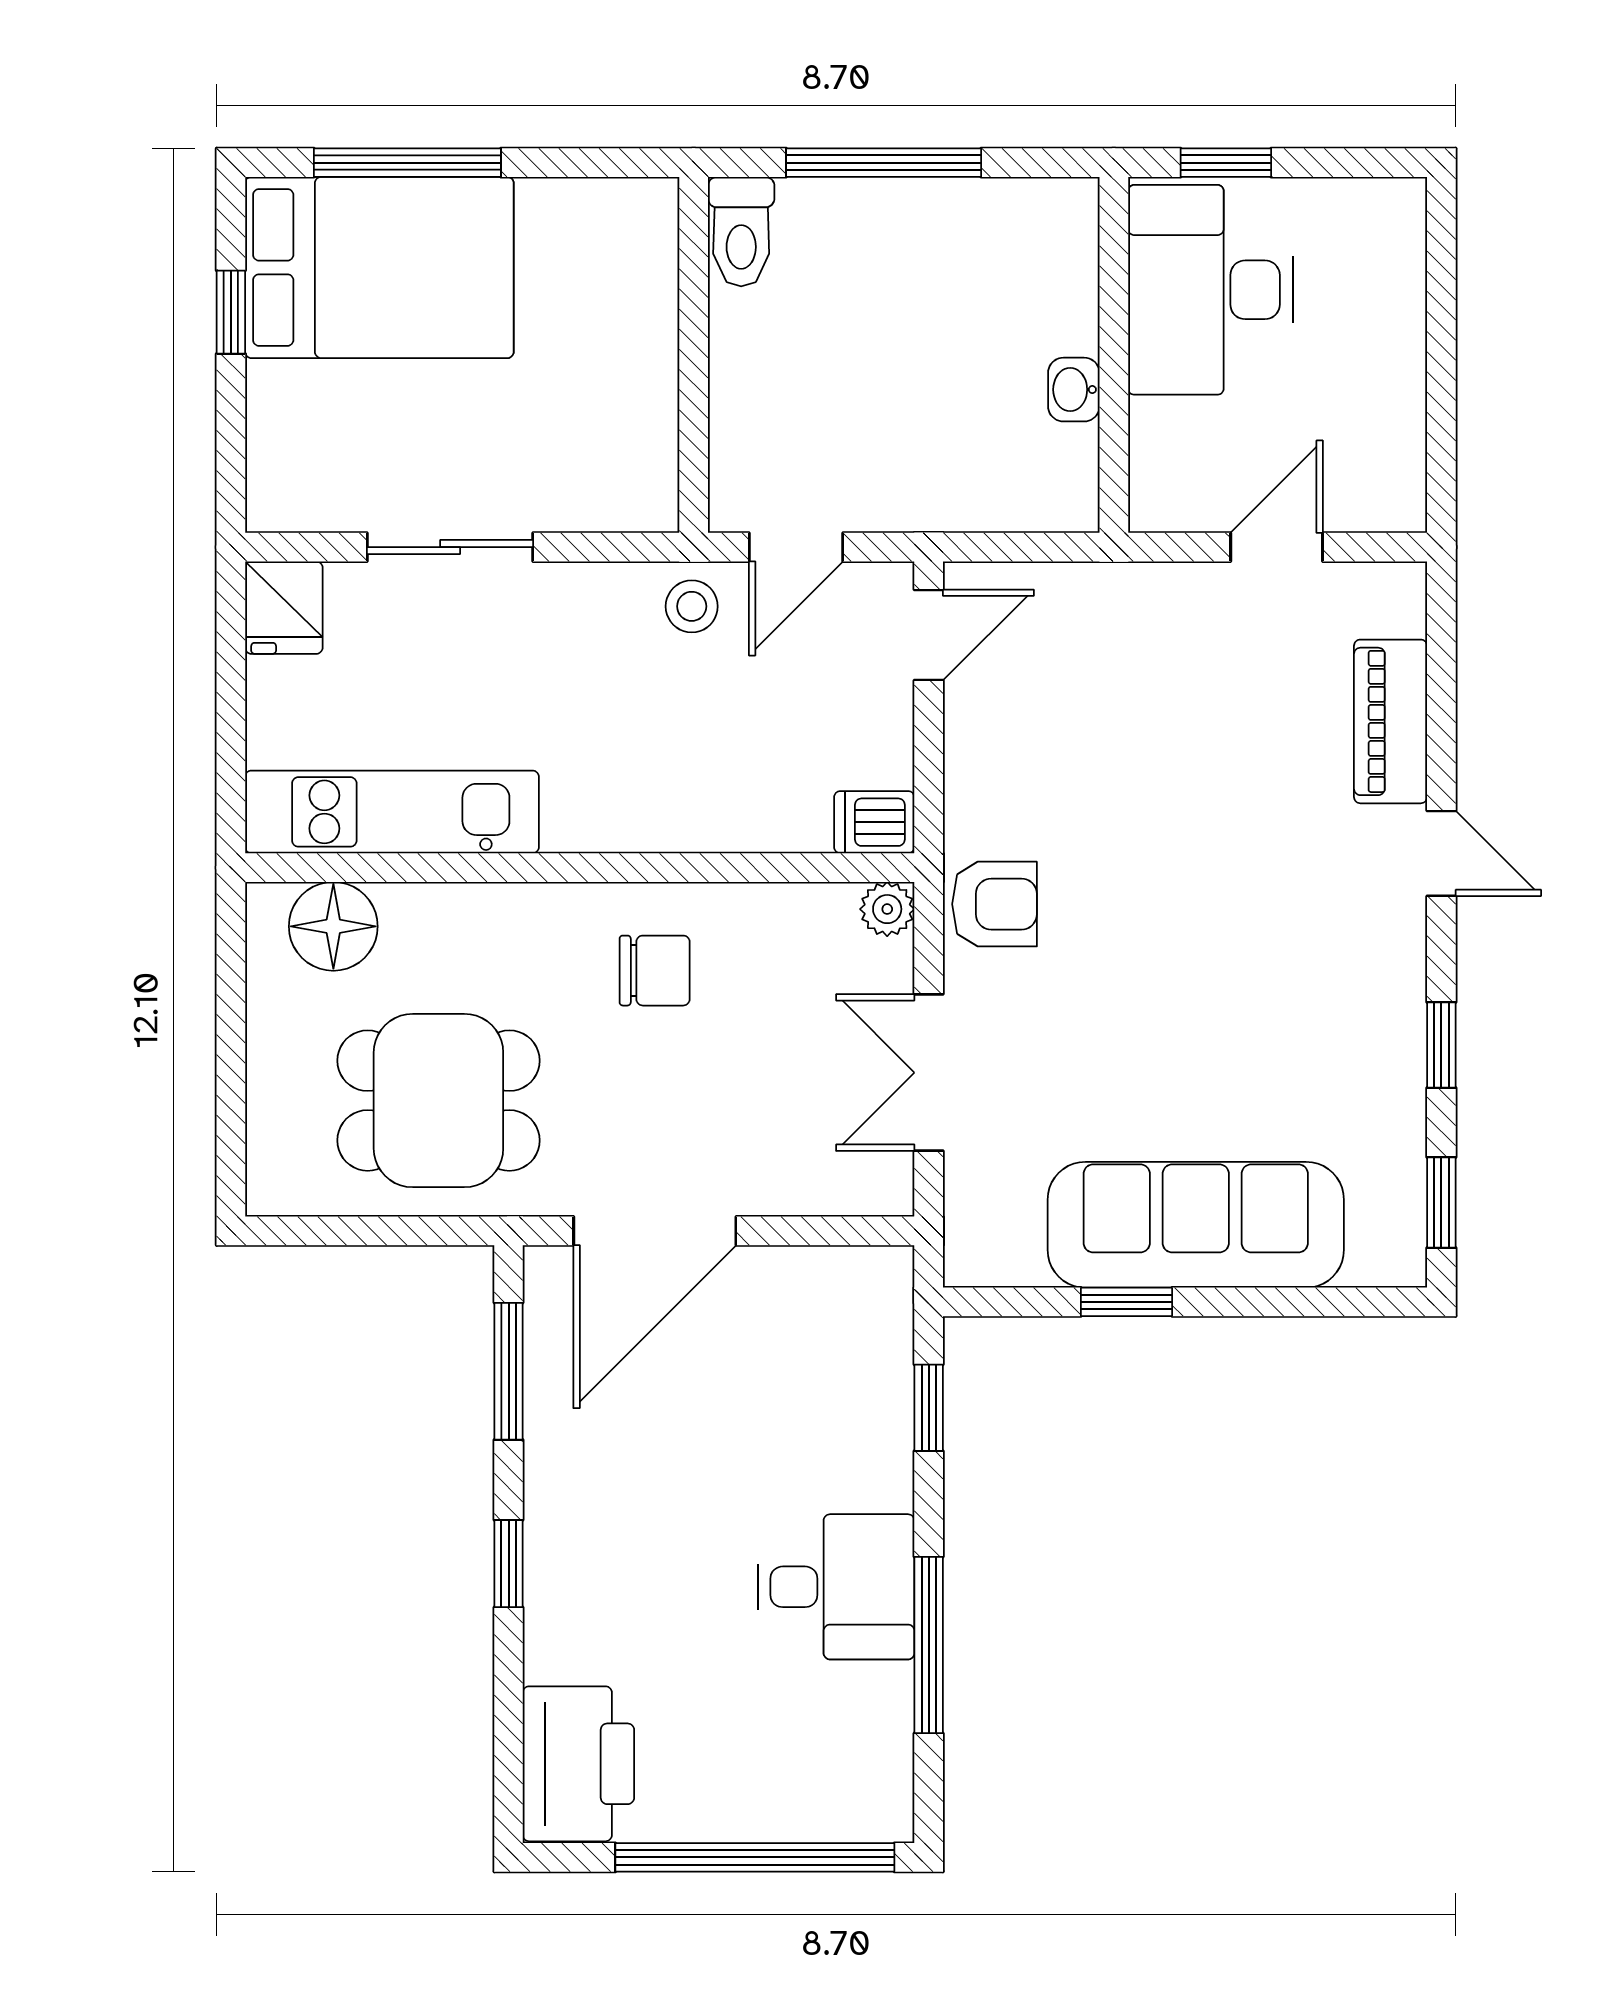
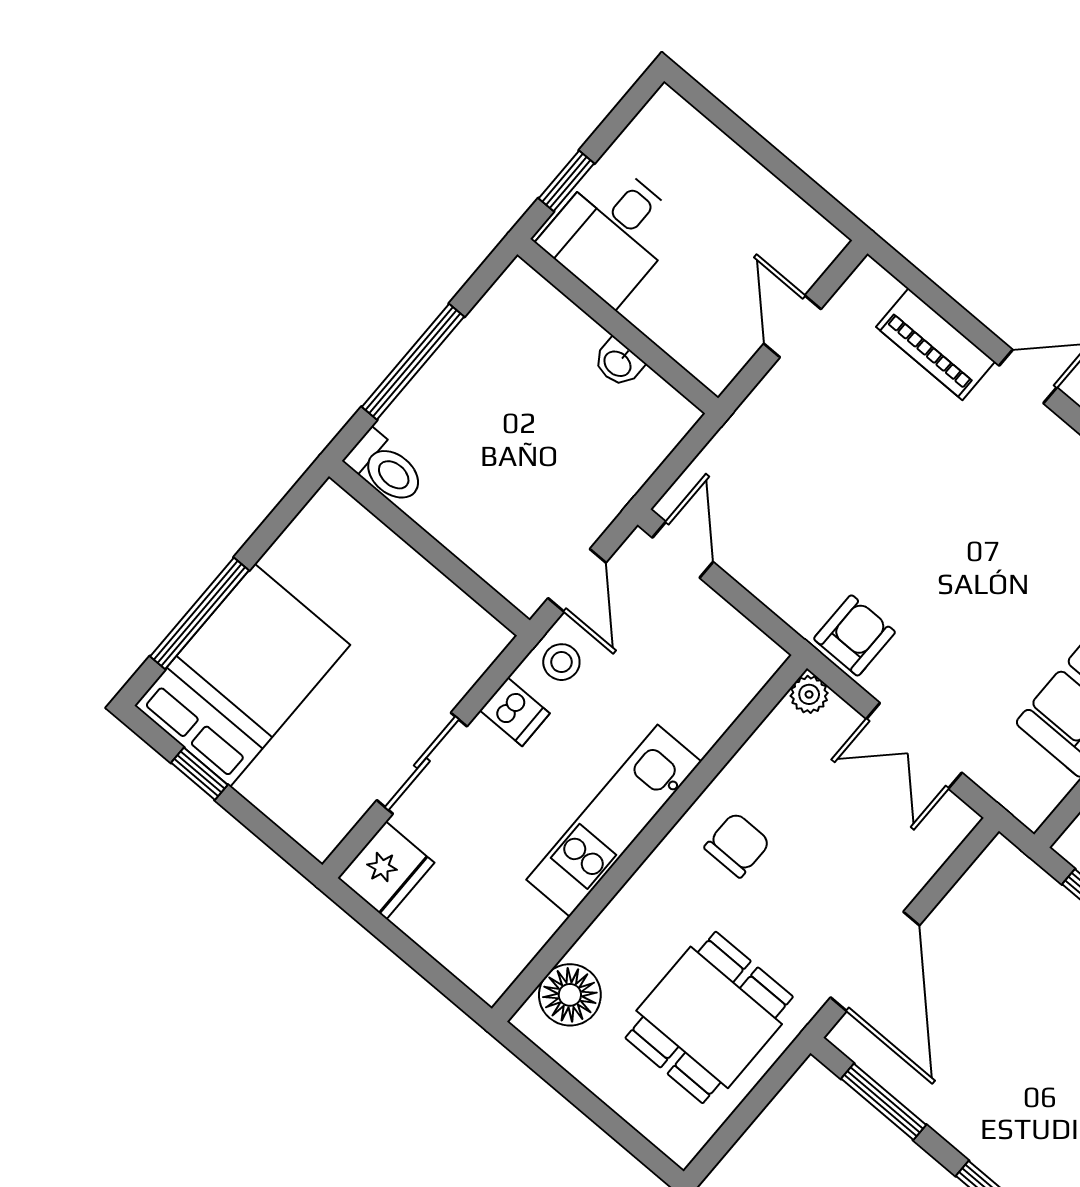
desk: (1211, 290) -> (612, 233), width x0.73
fridge: (284, 608) -> (386, 870), width x1.38
kitchen unit: (392, 812) -> (614, 821), moved
dishwasher: (874, 822) -> (515, 712), moved, turned -90

